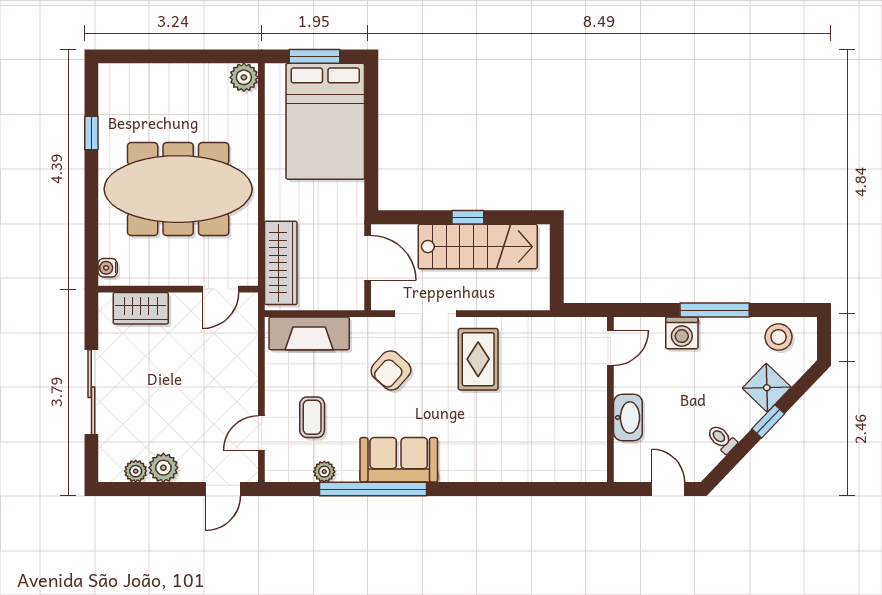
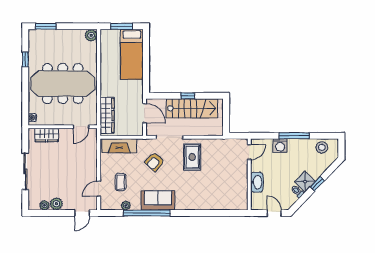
window: (139, 56) -> (46, 26), added
bed: (325, 121) -> (132, 54), width x0.67
shower: (767, 388) -> (305, 182), moved

